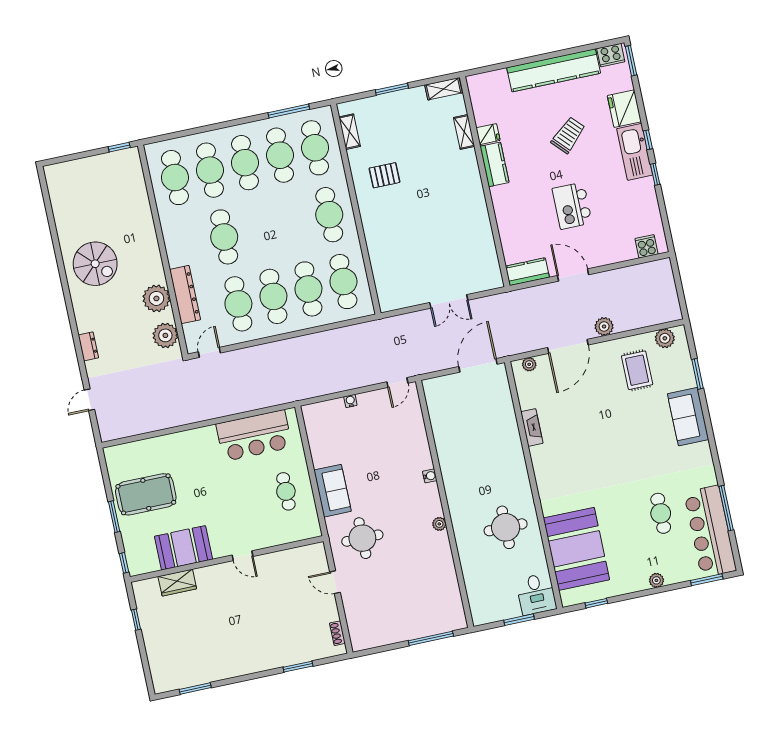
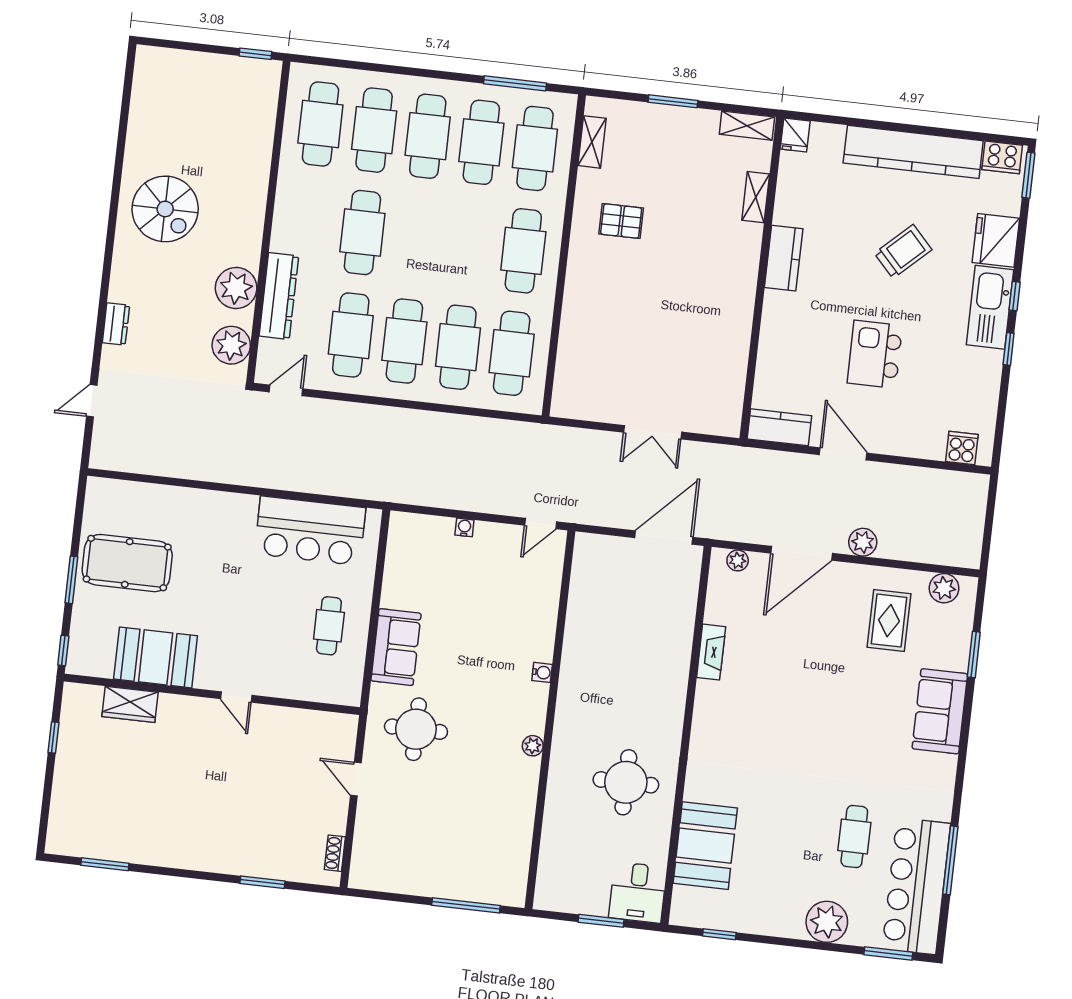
fridge: (488, 134) -> (795, 135), moved, turned 90
booth: (576, 549) -> (705, 846), width x0.73, depth x0.70
plant: (656, 580) -> (827, 922), width x1.88, depth x1.88

